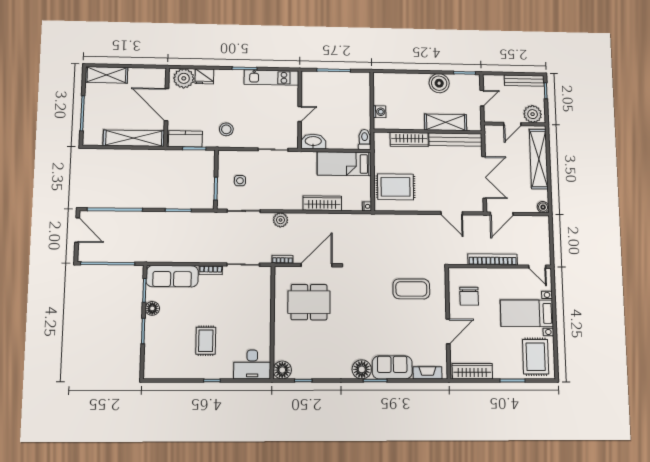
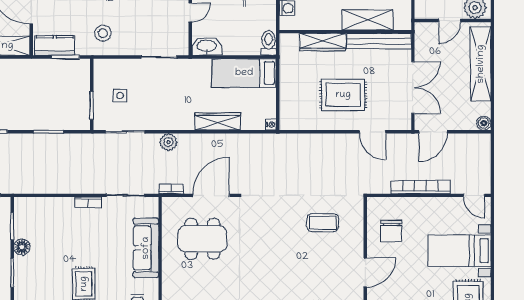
rug: (395, 187) -> (343, 95), moved
sofa: (172, 276) -> (146, 248), moved, turned 90
coffee table: (411, 289) -> (323, 223), width x0.73, depth x0.76

